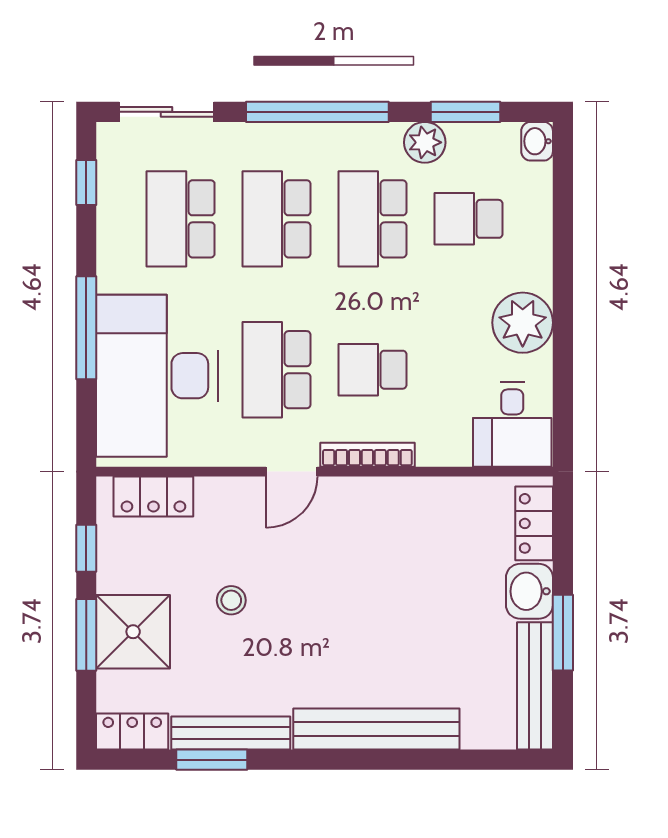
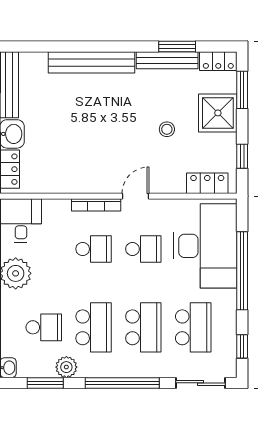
window: (86, 328) -> (242, 271), width x1.46
school desk: (277, 370) -> (143, 249), width x0.54
window: (86, 635) -> (242, 90), moved

